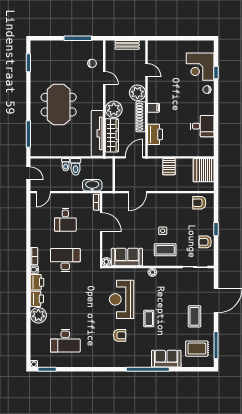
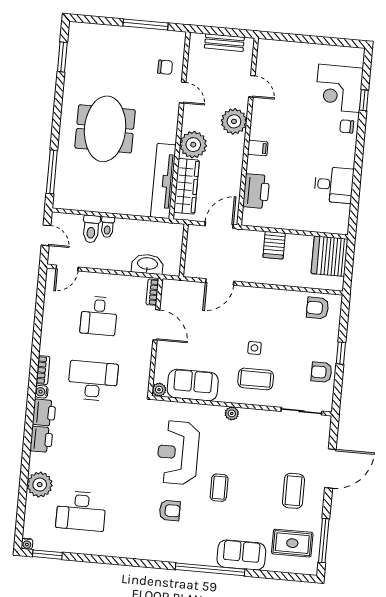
shoe rack: (141, 117) -> (236, 160), removed
toilet: (76, 167) -> (91, 229), moved
plant: (38, 315) -> (40, 485), moved

